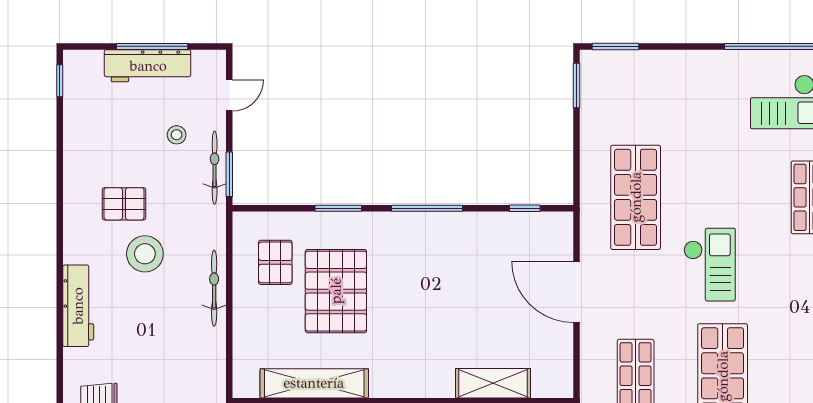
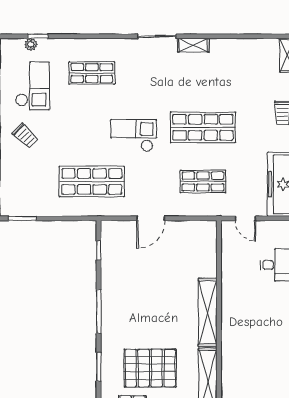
trolley: (709, 90) -> (25, 136), added
door: (576, 292) -> (151, 218), width x0.73
shelving: (493, 383) -> (208, 312), moved, width x1.47

